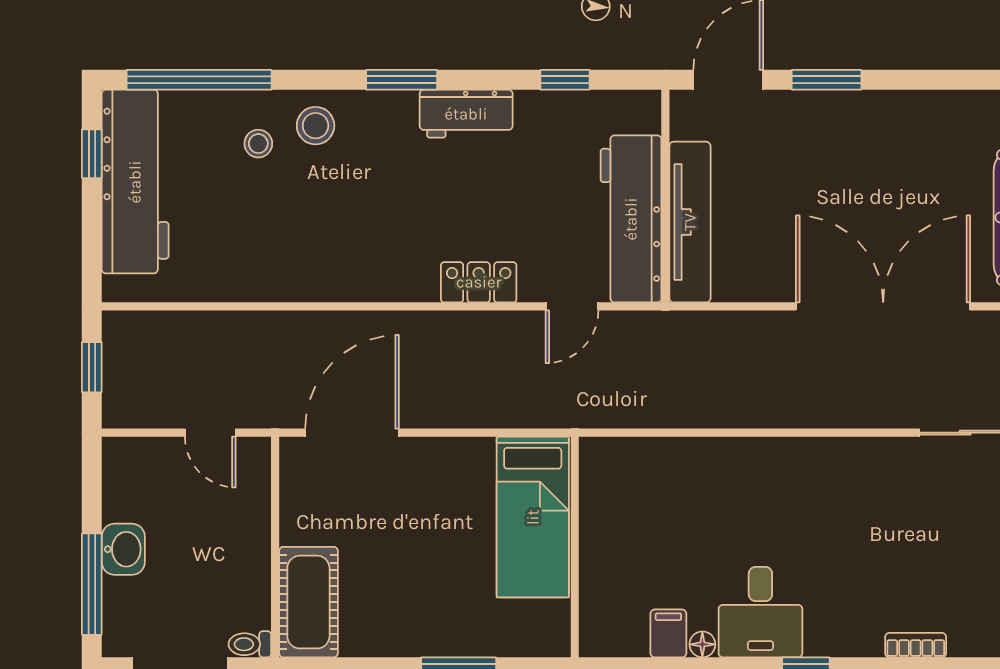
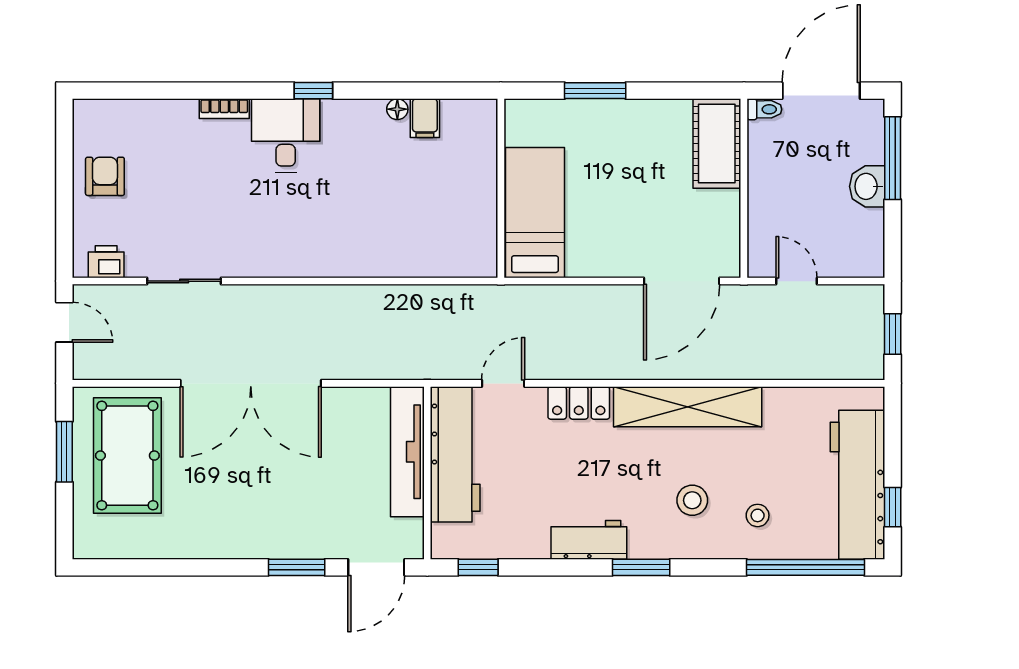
window: (565, 80) -> (478, 567), moved
stool: (316, 126) -> (692, 500), moved
shelving: (344, 278) -> (688, 407), added
desk: (760, 612) -> (286, 135), moved

